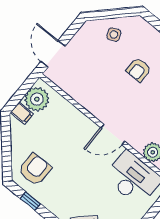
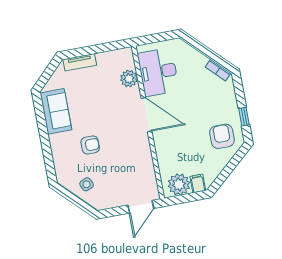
door: (113, 135) -> (147, 115), width x1.36
armchair: (35, 169) -> (222, 136), turned 90

